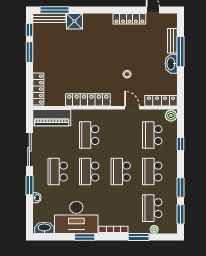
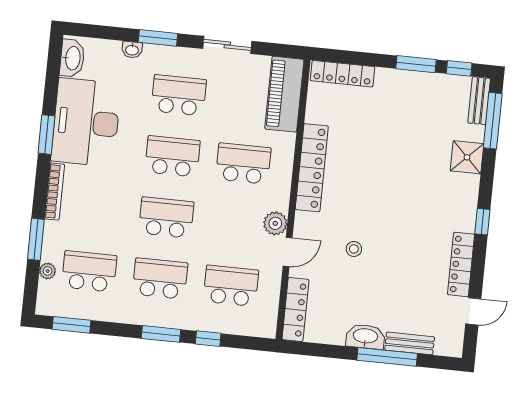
window: (106, 10) -> (482, 222), added
bench: (49, 18) -> (479, 101), width x0.73
plant: (171, 116) -> (275, 223), moved
sliding door: (29, 149) -> (227, 45), width x0.73
window: (180, 188) -> (161, 334), moved

